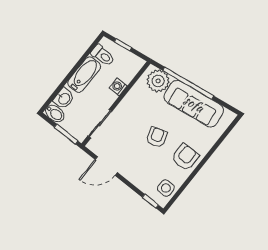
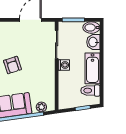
plant: (158, 81) -> (41, 107), width x0.53, depth x0.53
washing machine: (118, 87) -> (64, 65), moved

